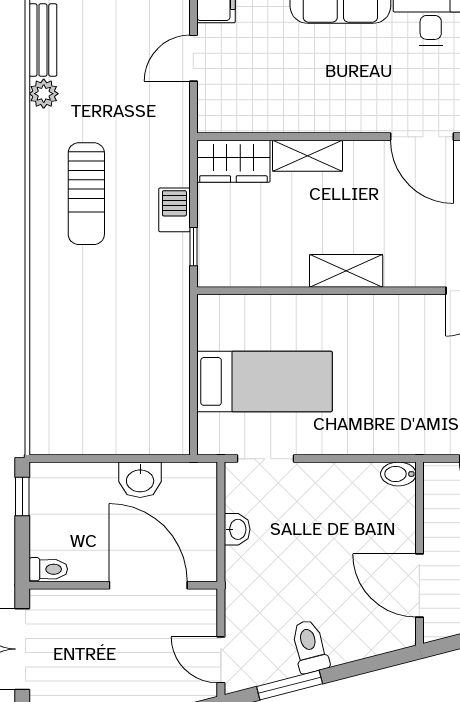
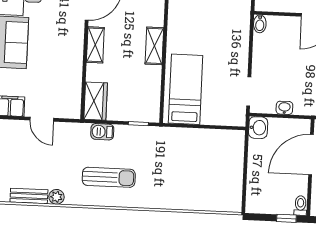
shelving: (308, 156) -> (95, 45), moved
barbecue: (174, 210) -> (102, 132), moved
bed: (264, 381) -> (186, 89), moved
washbasin: (140, 480) -> (258, 128), moved
window: (22, 497) -> (286, 218), moved

